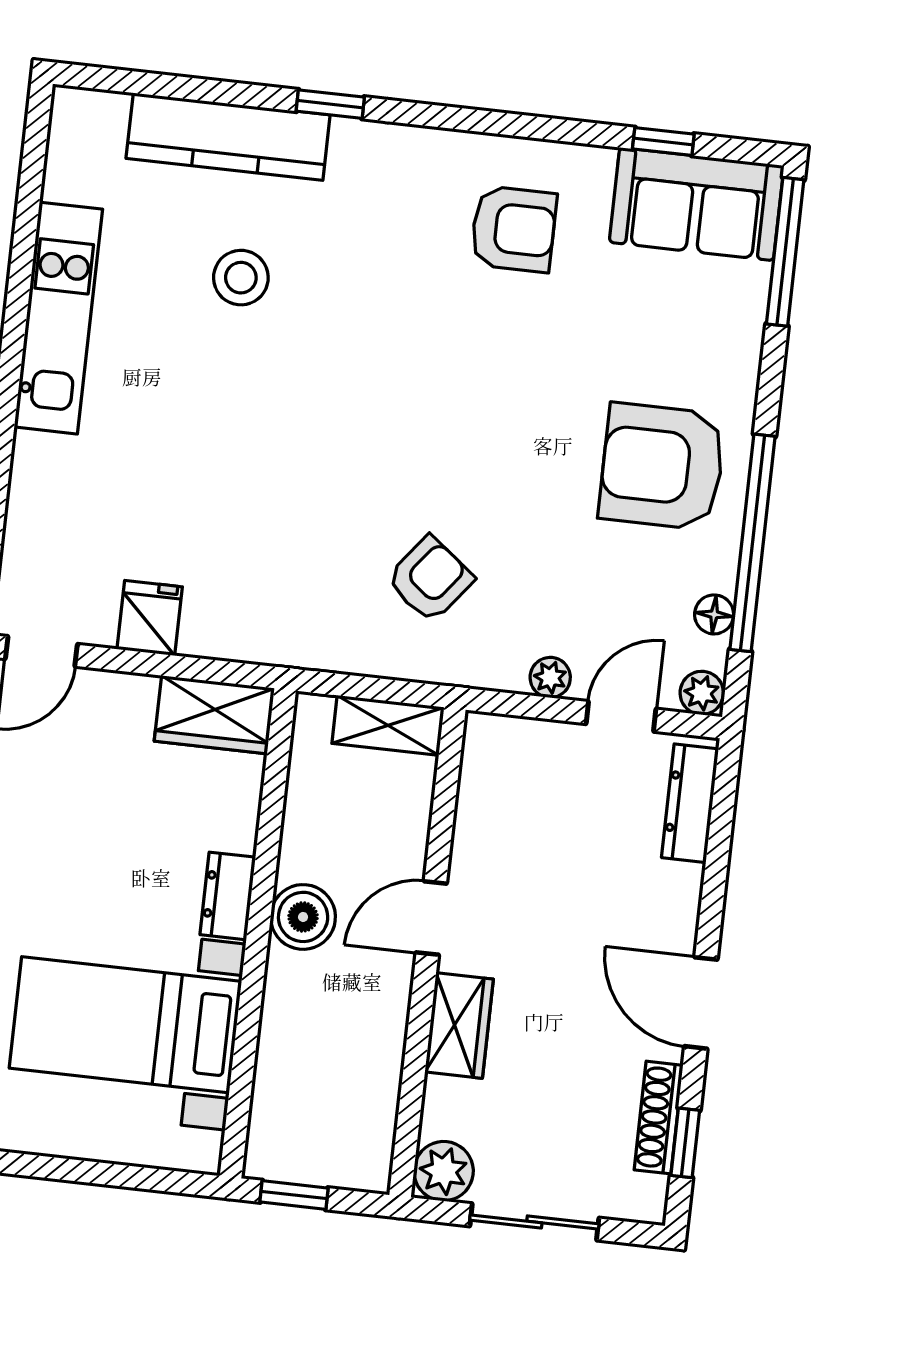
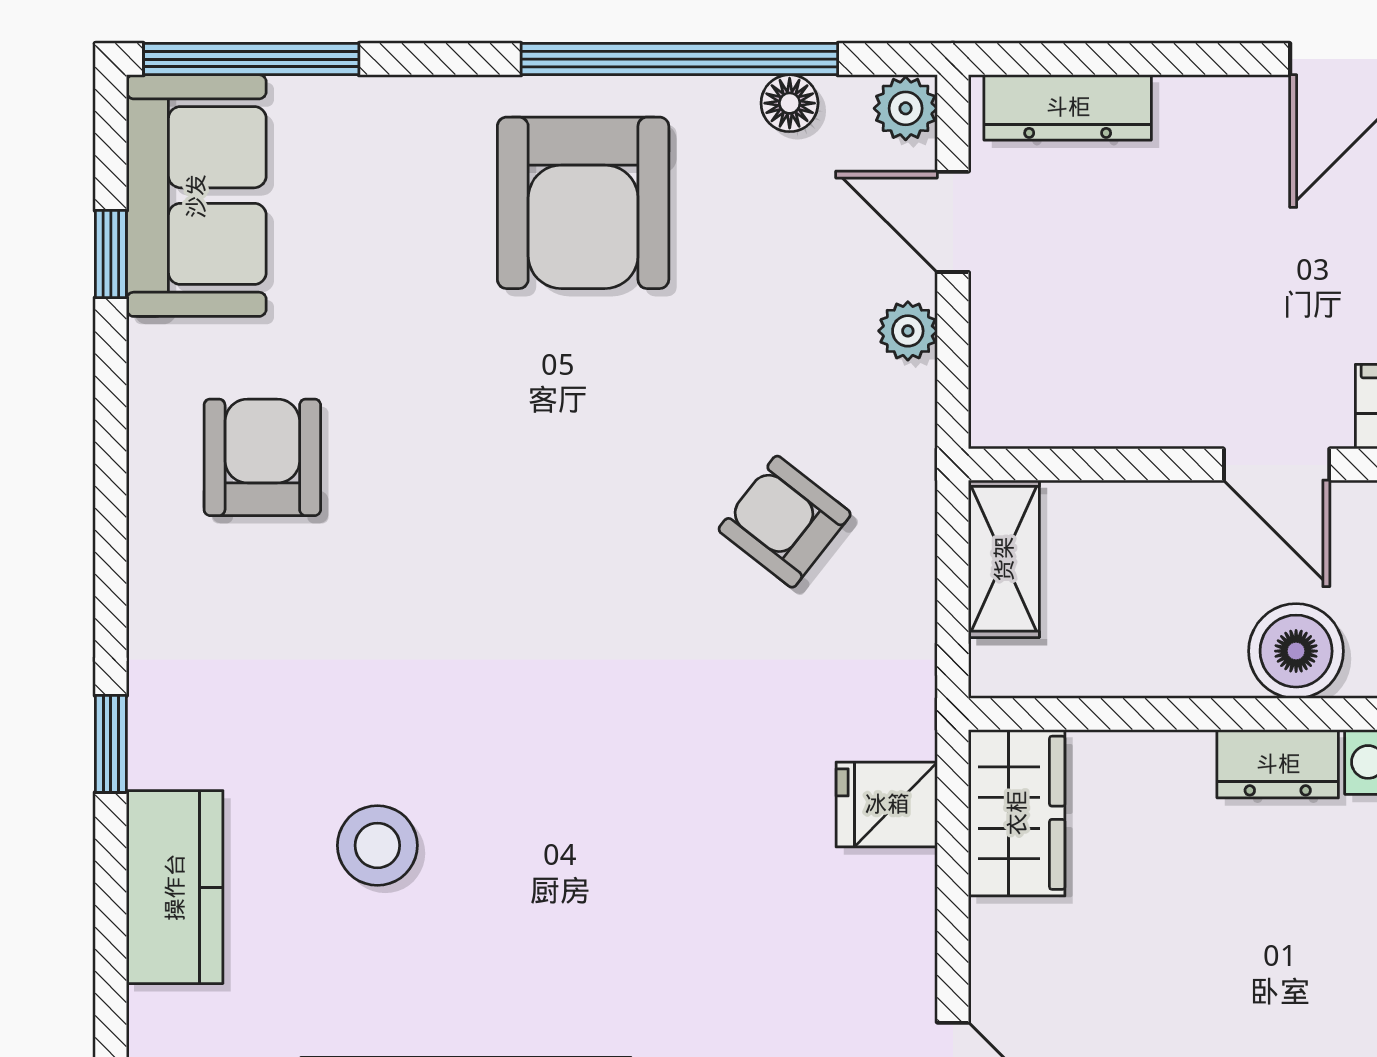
kitchen counter: (228, 137) -> (175, 887), width x0.67
fridge: (150, 618) -> (887, 804), moved

